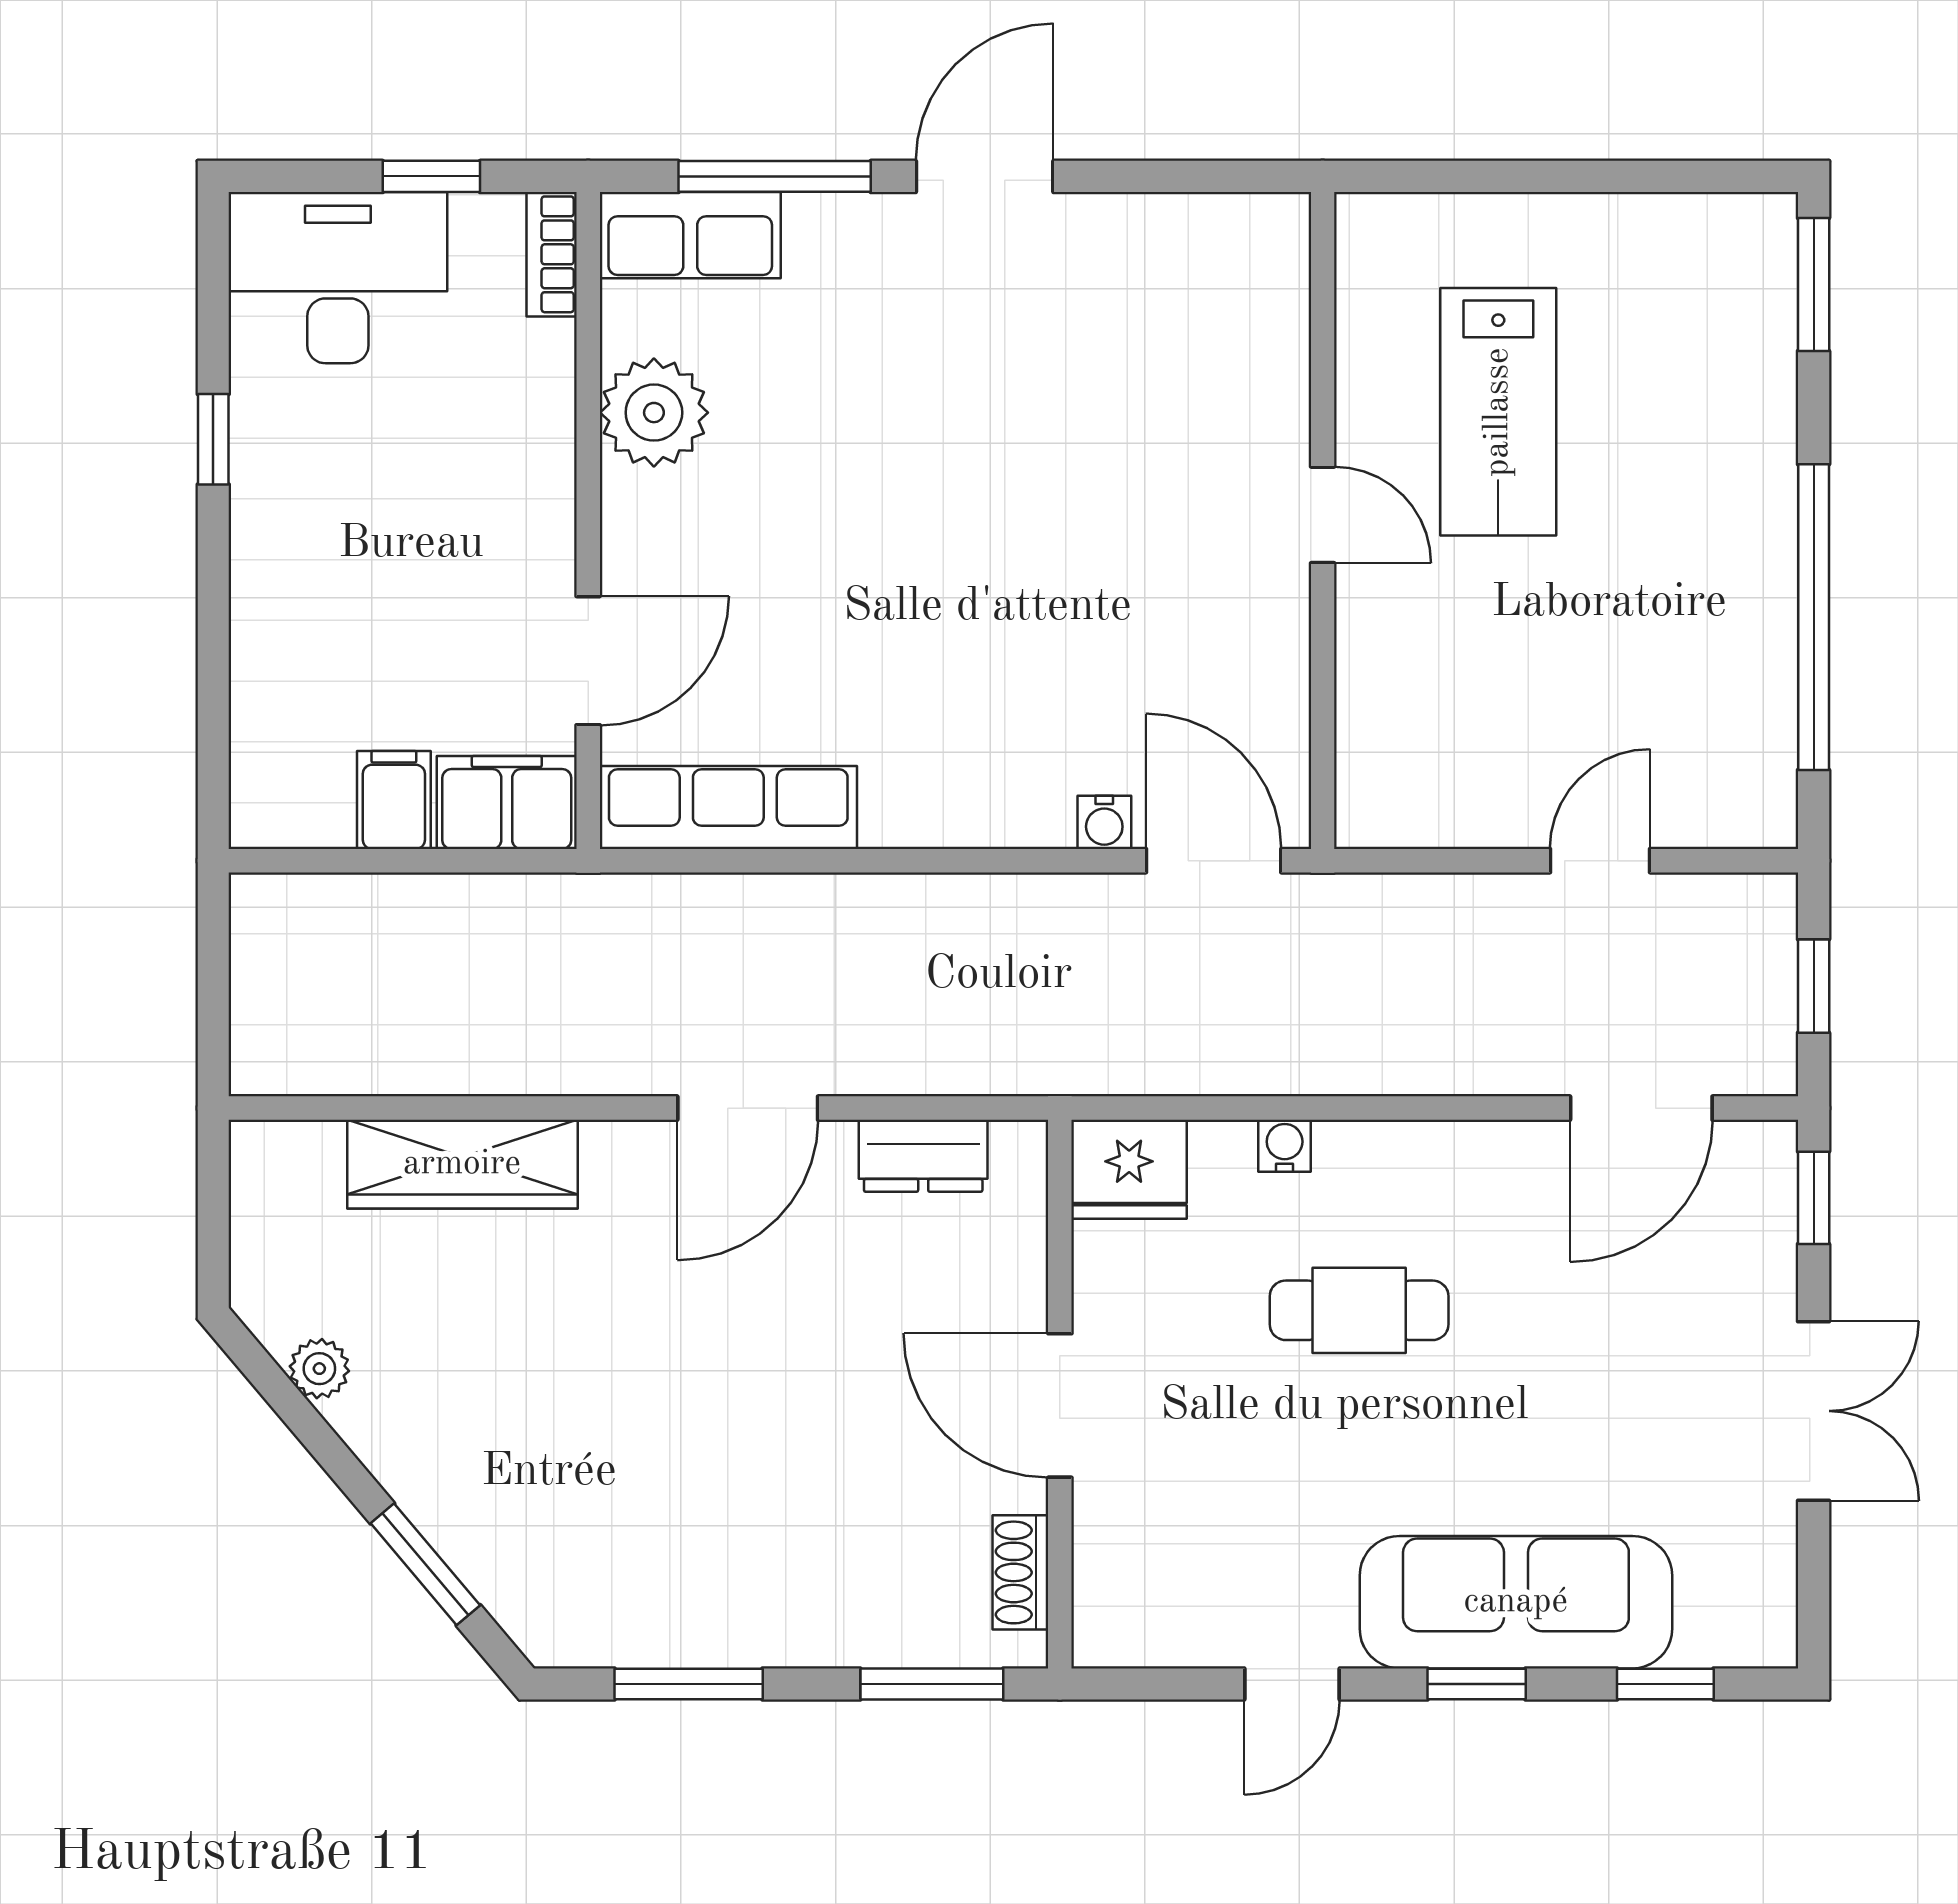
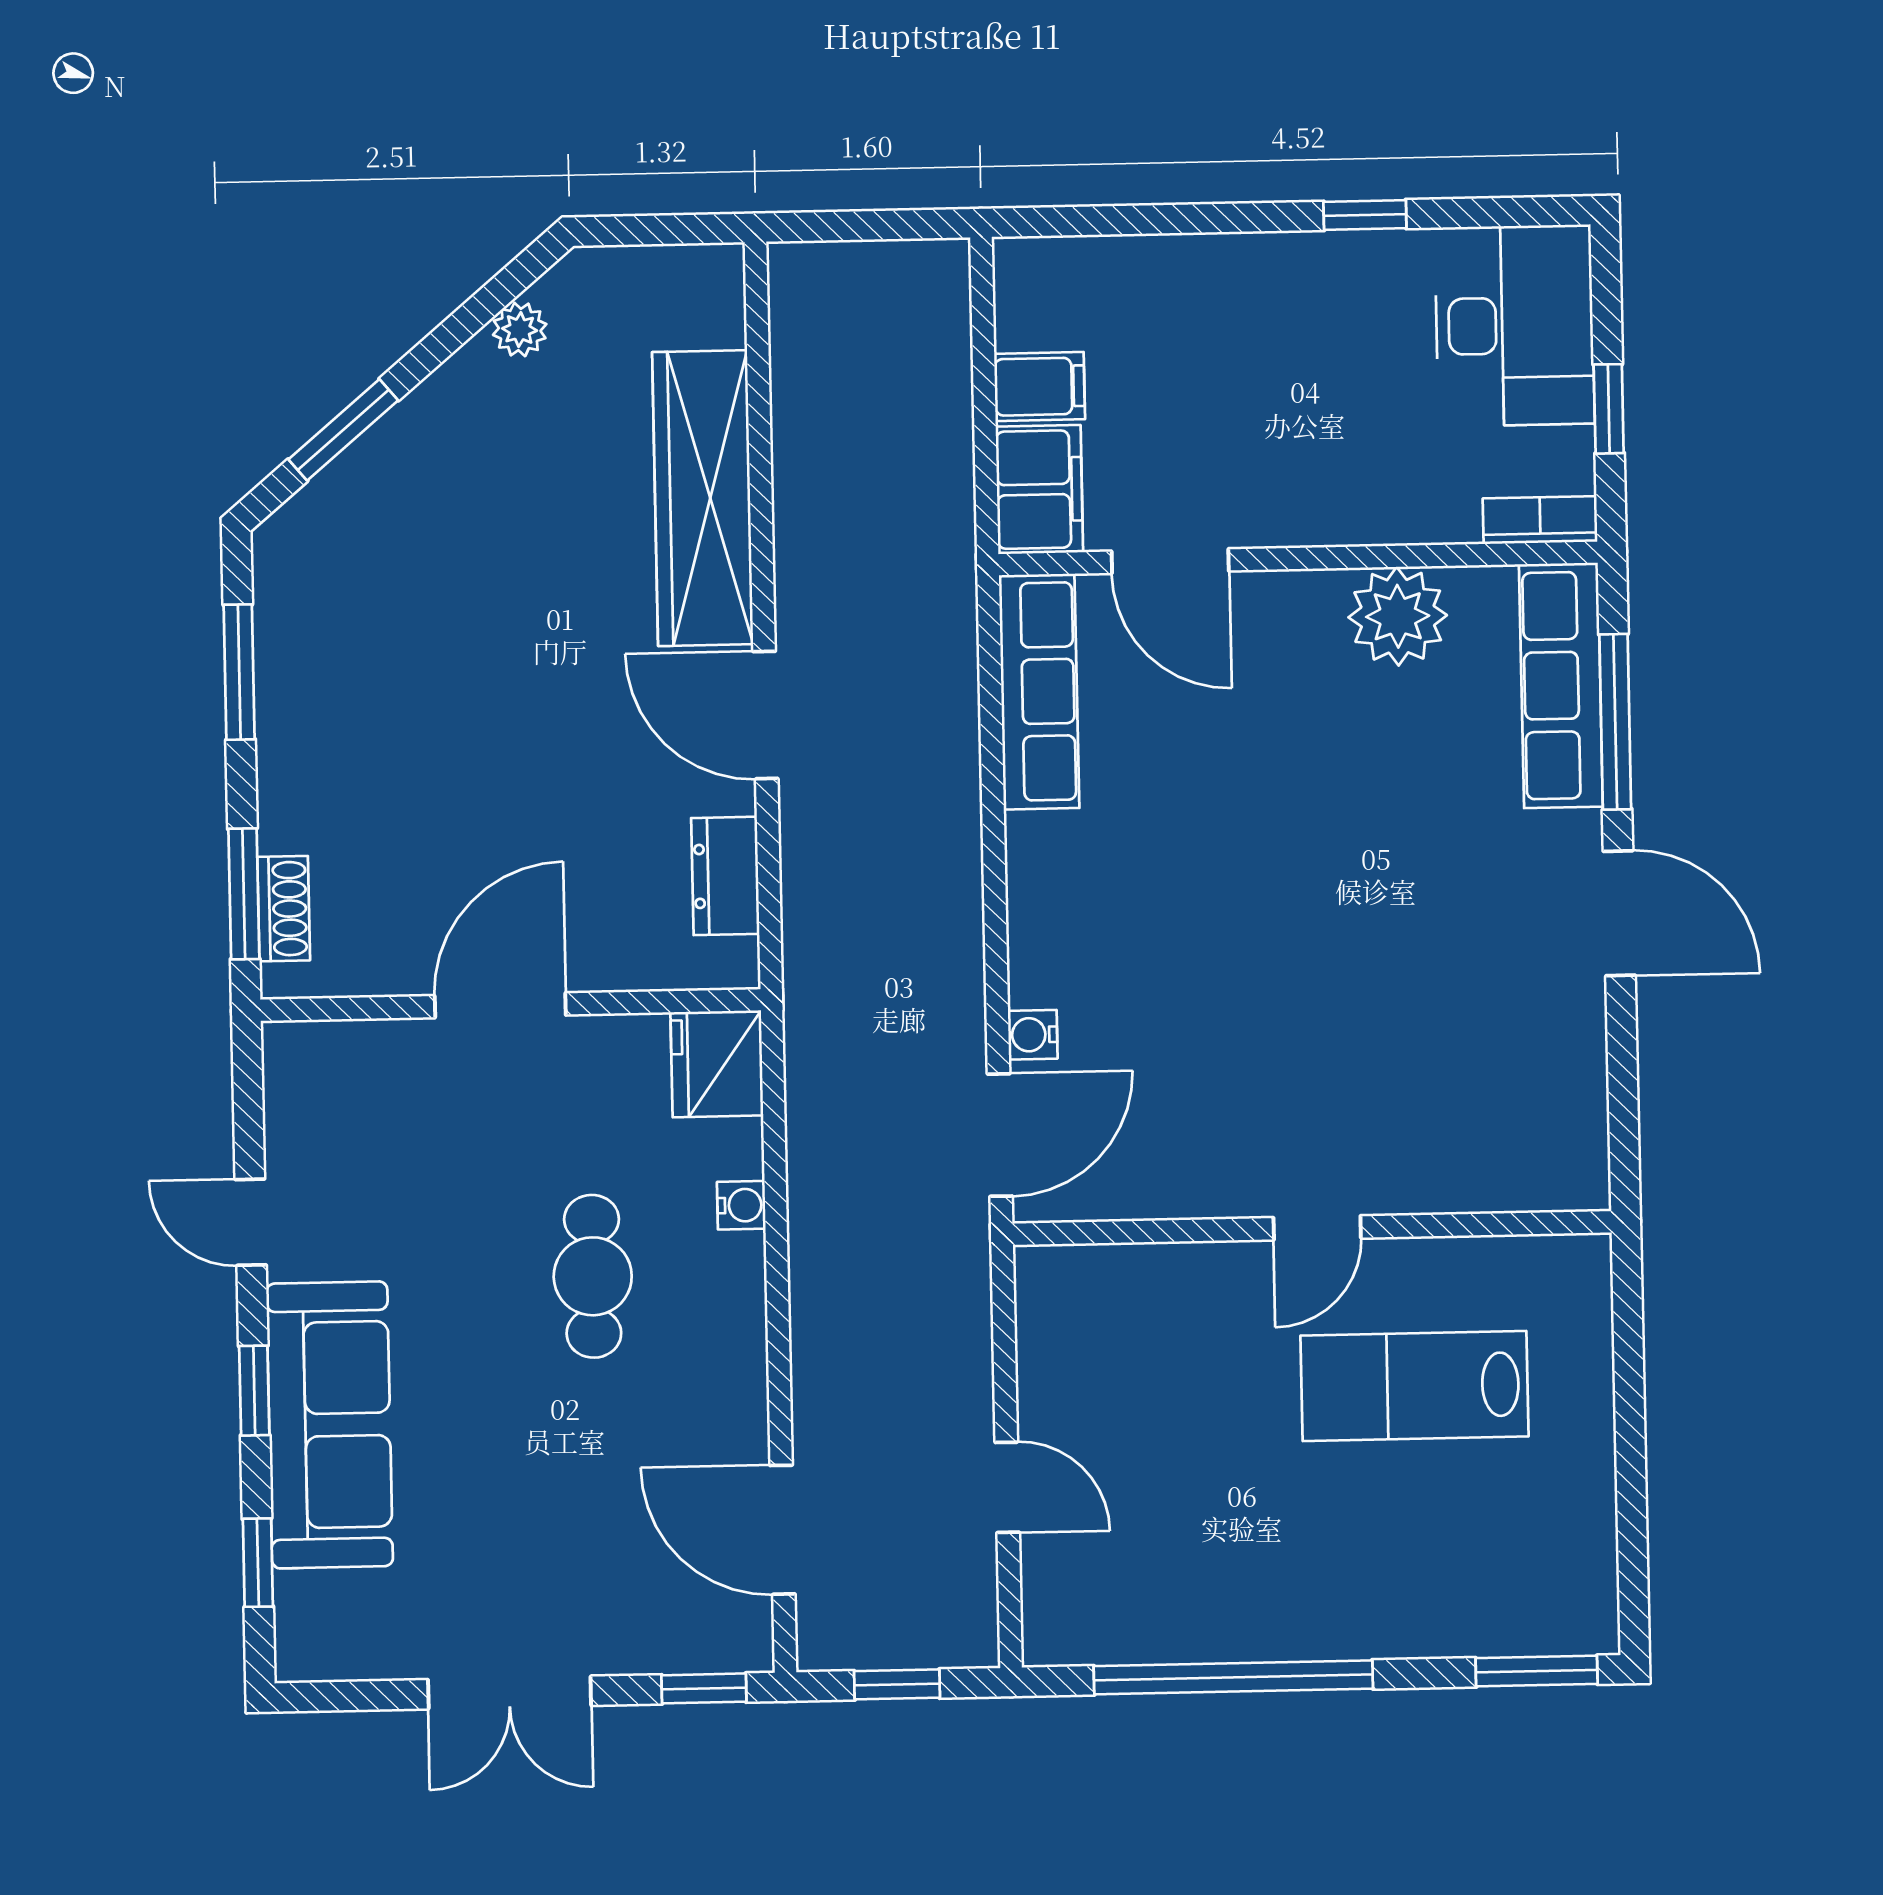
row of seats: (690, 235) -> (1561, 685), width x1.48
wardrobe: (462, 1164) -> (703, 498), width x1.40, depth x1.17
shoe rack: (1020, 1572) -> (284, 909), moved, turned 90

